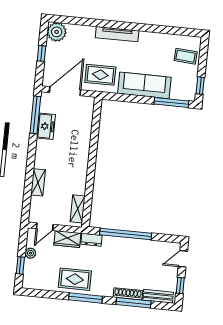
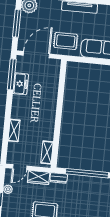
window: (41, 53) -> (17, 23), width x2.17

